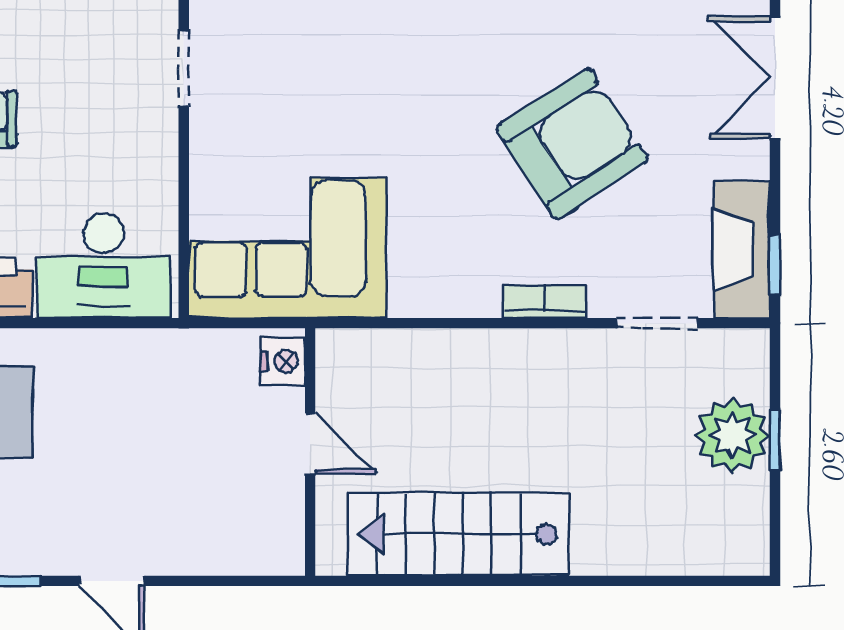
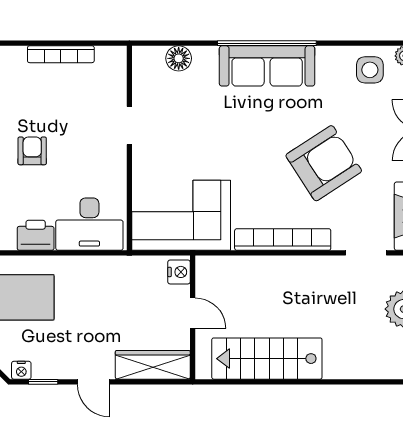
bookcase: (545, 301) -> (283, 240), width x2.31, depth x1.31
wardrobe: (230, 547) -> (153, 365), added

